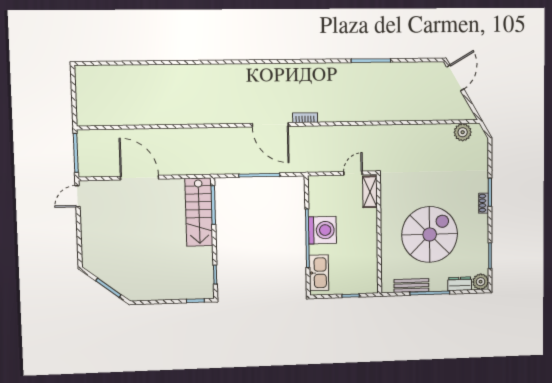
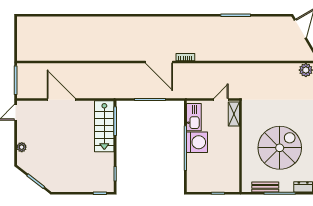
plant: (88, 243) -> (22, 147), added
kitchen sink: (319, 273) -> (194, 117), moved

